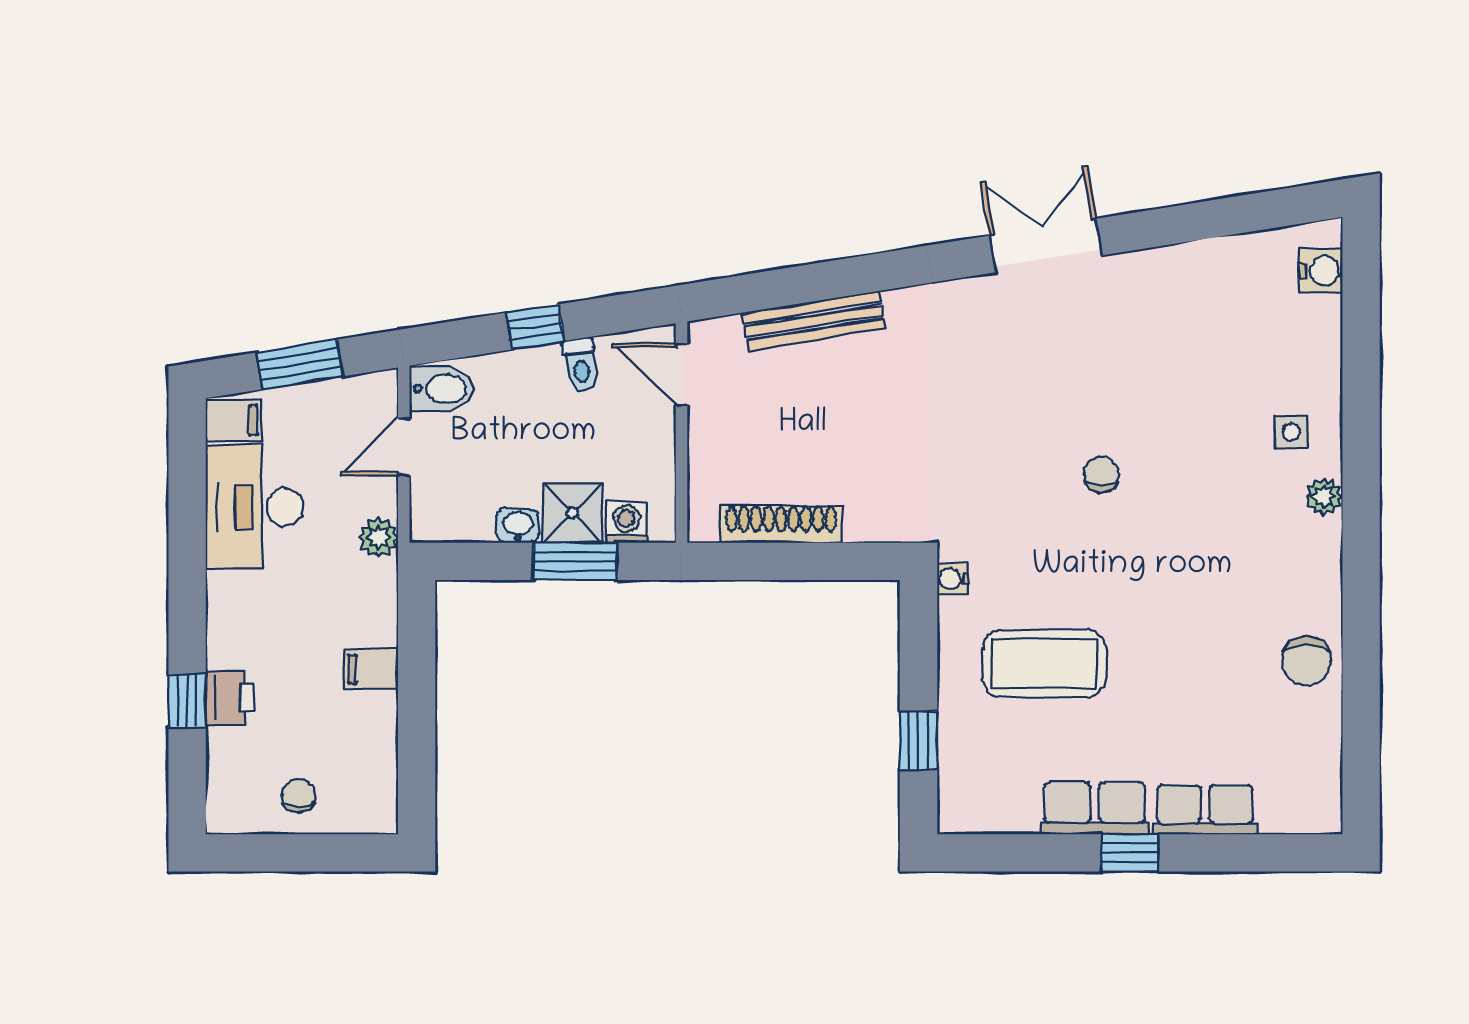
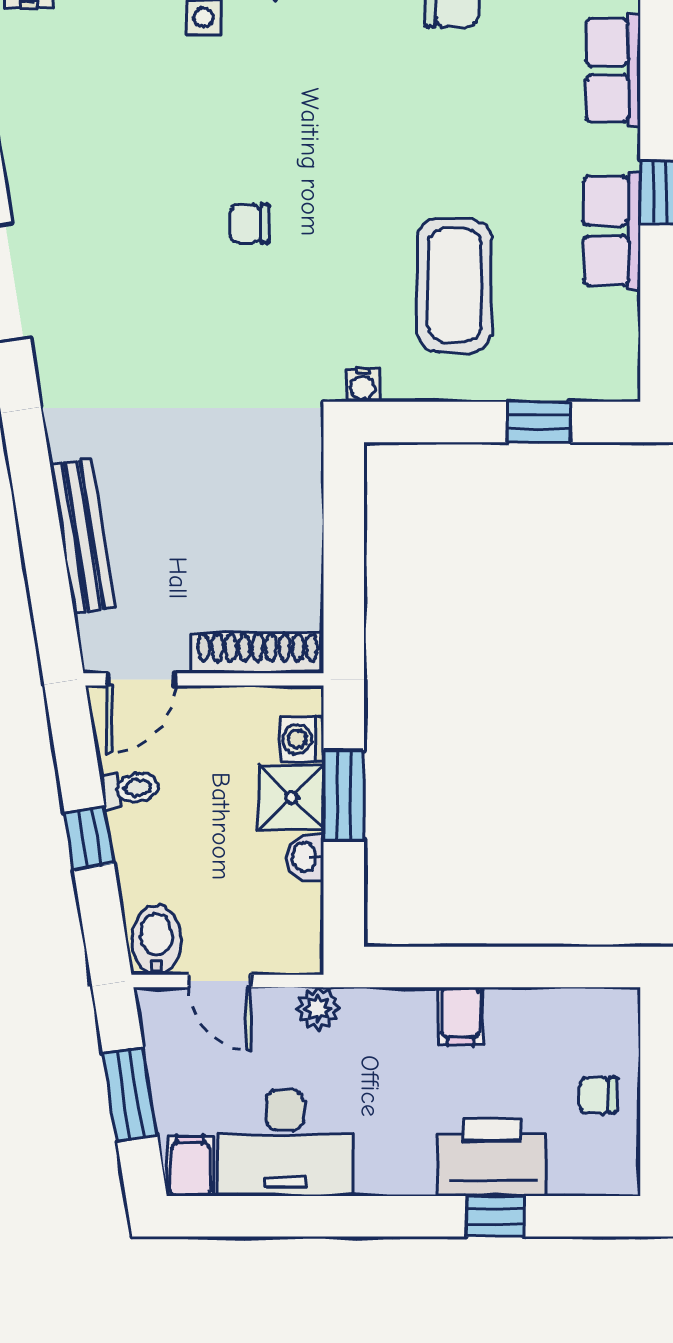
shoe rack: (781, 524) -> (258, 653), moved, turned 90
printer: (230, 698) -> (492, 1157), width x1.87, depth x1.48
row of seats: (1205, 810) -> (613, 70), moved

